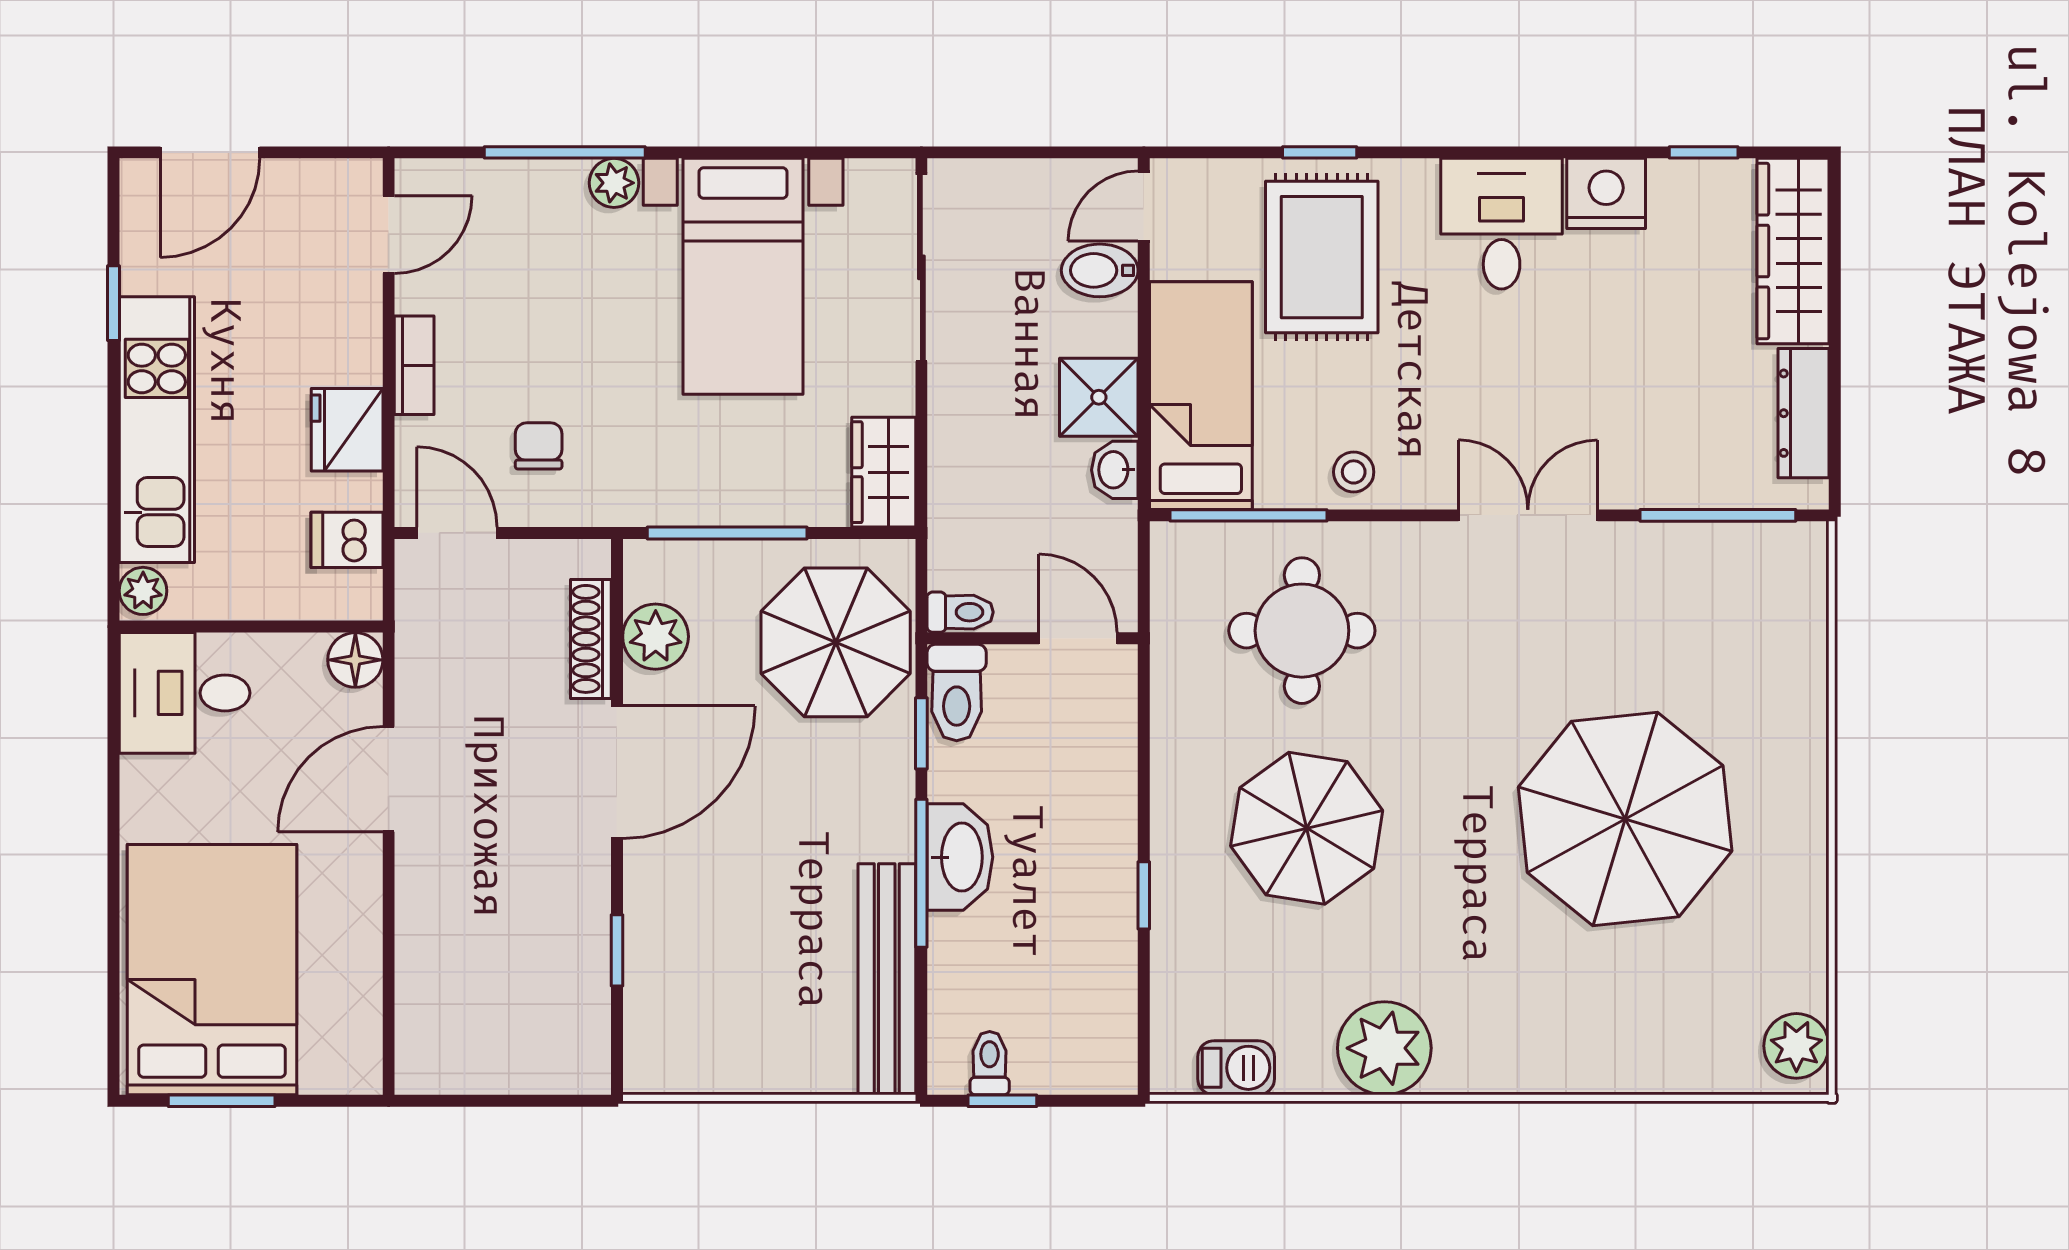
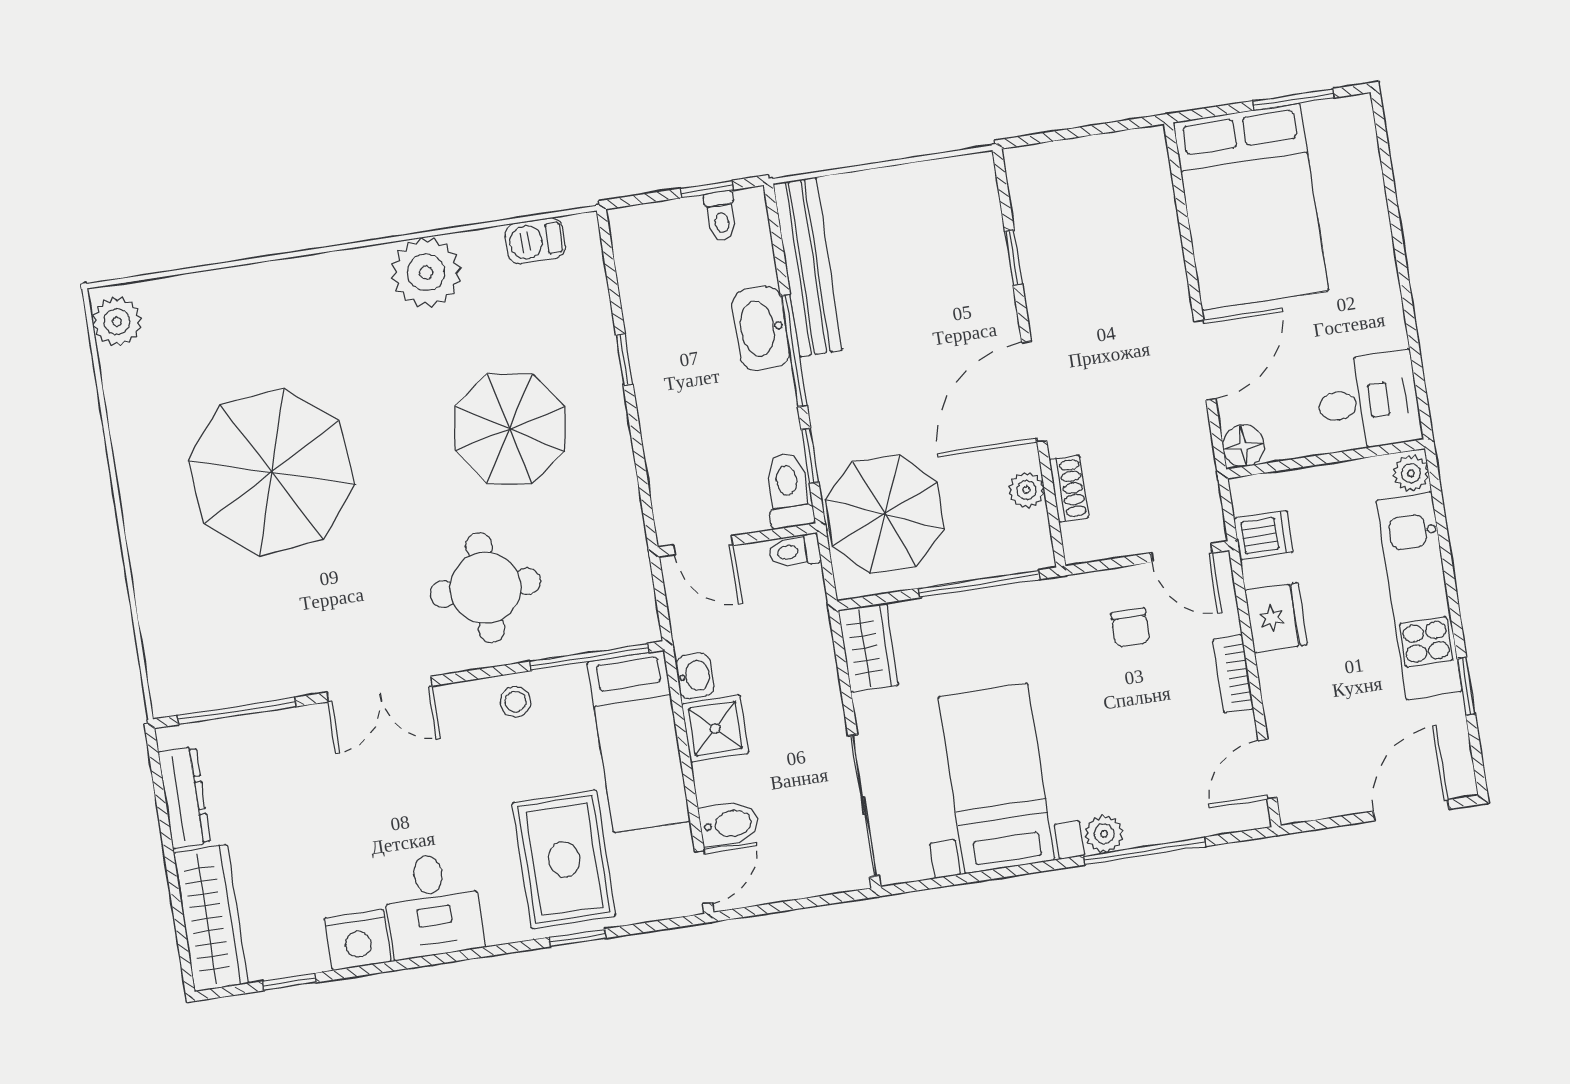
round table: (1302, 631) -> (485, 588), moved
plant: (656, 637) -> (1026, 490), width x0.73, depth x0.73
shoe rack: (591, 639) -> (1069, 489), width x0.70
washbasin: (960, 857) -> (761, 328), moved
bed: (212, 970) -> (1251, 207), moved

